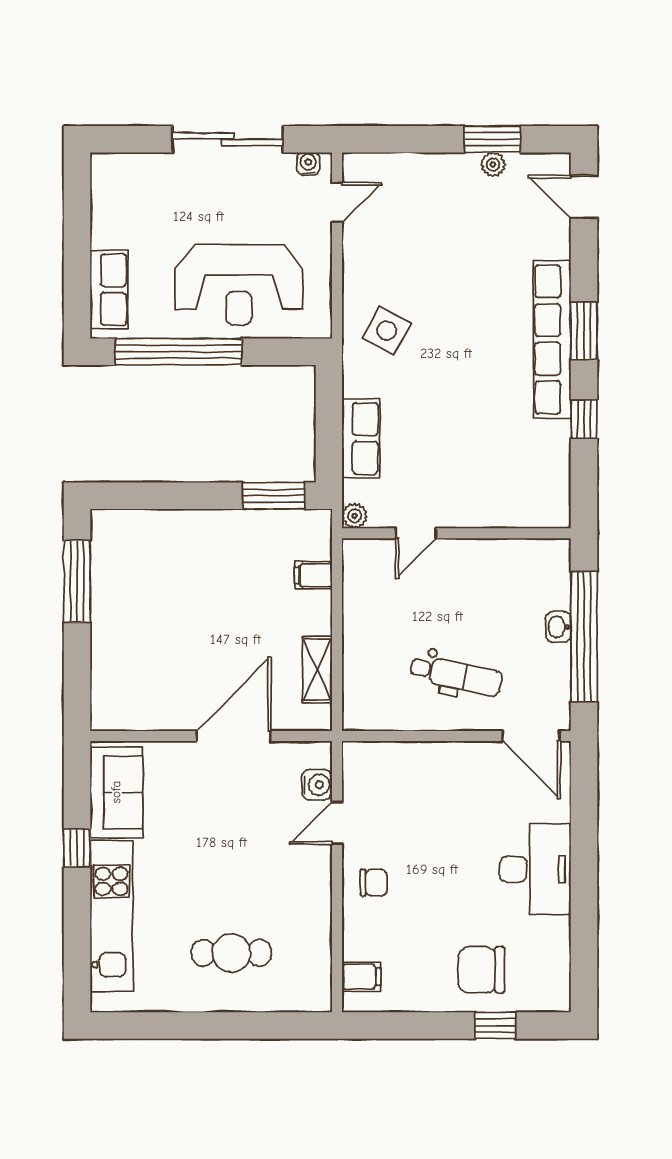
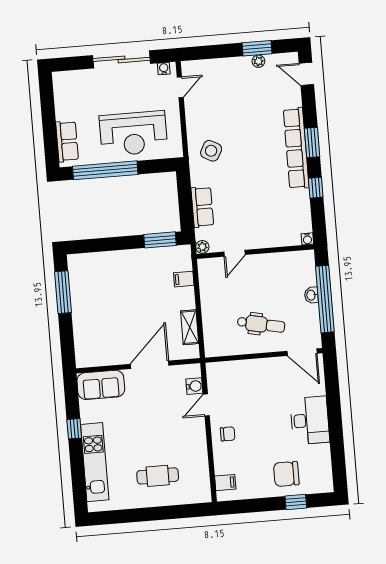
water cooler: (560, 517) -> (307, 239), added
sofa: (116, 792) -> (101, 385), moved, turned 90

